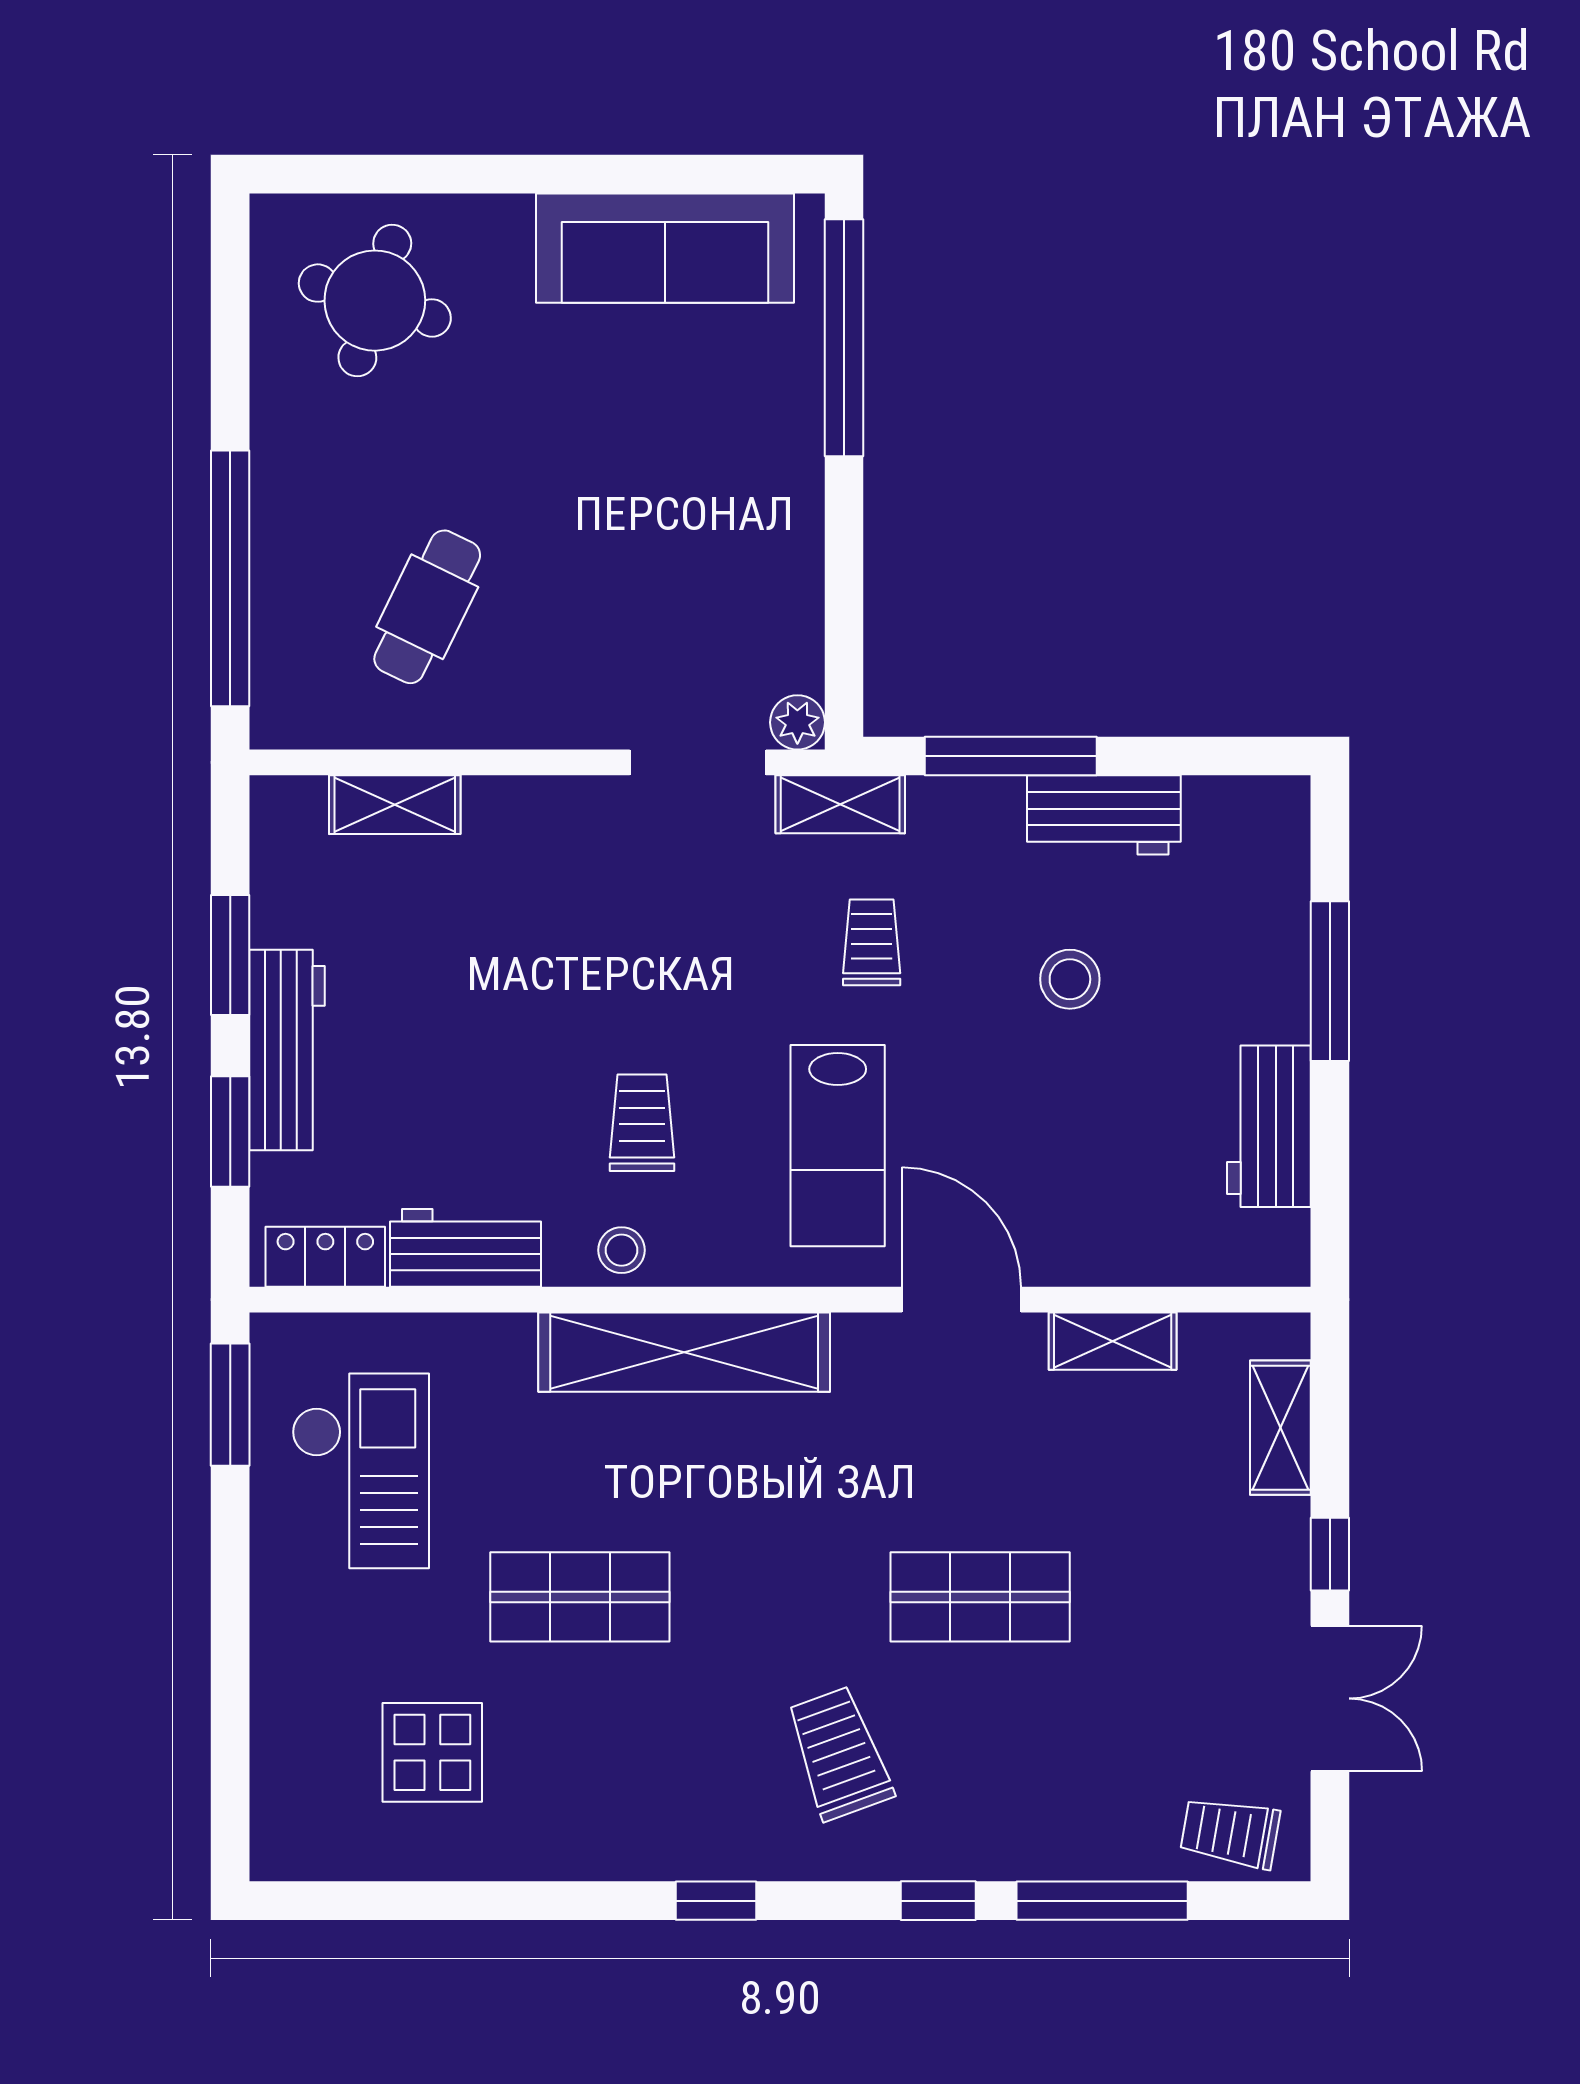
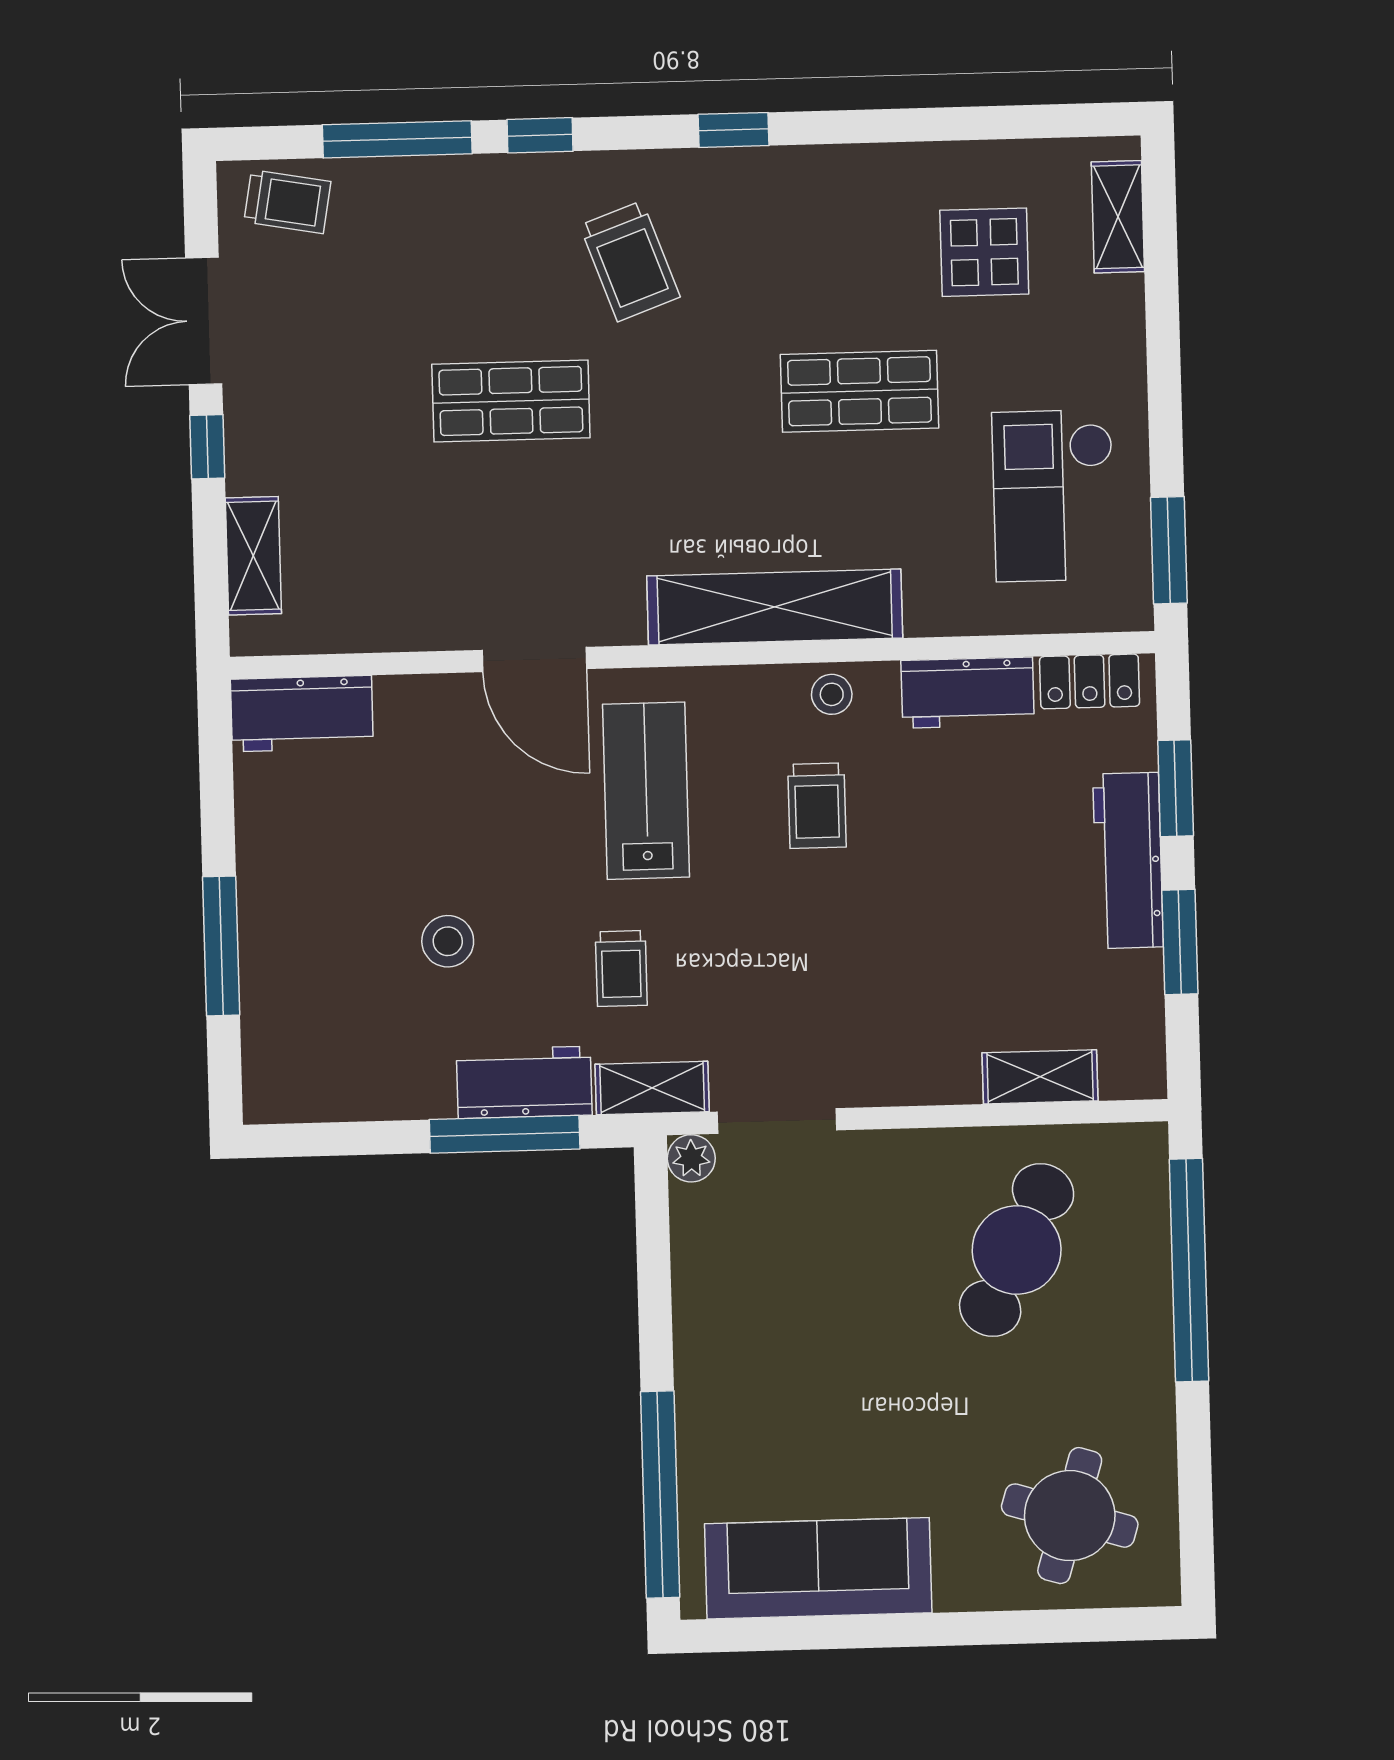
cafe table: (427, 607) -> (1017, 1250), width x1.37, depth x1.35
workbench: (1104, 815) -> (524, 1082), moved
workbench: (1269, 1126) -> (302, 714), moved, turned 90
shelving: (1113, 1341) -> (1118, 217), moved, turned 90

